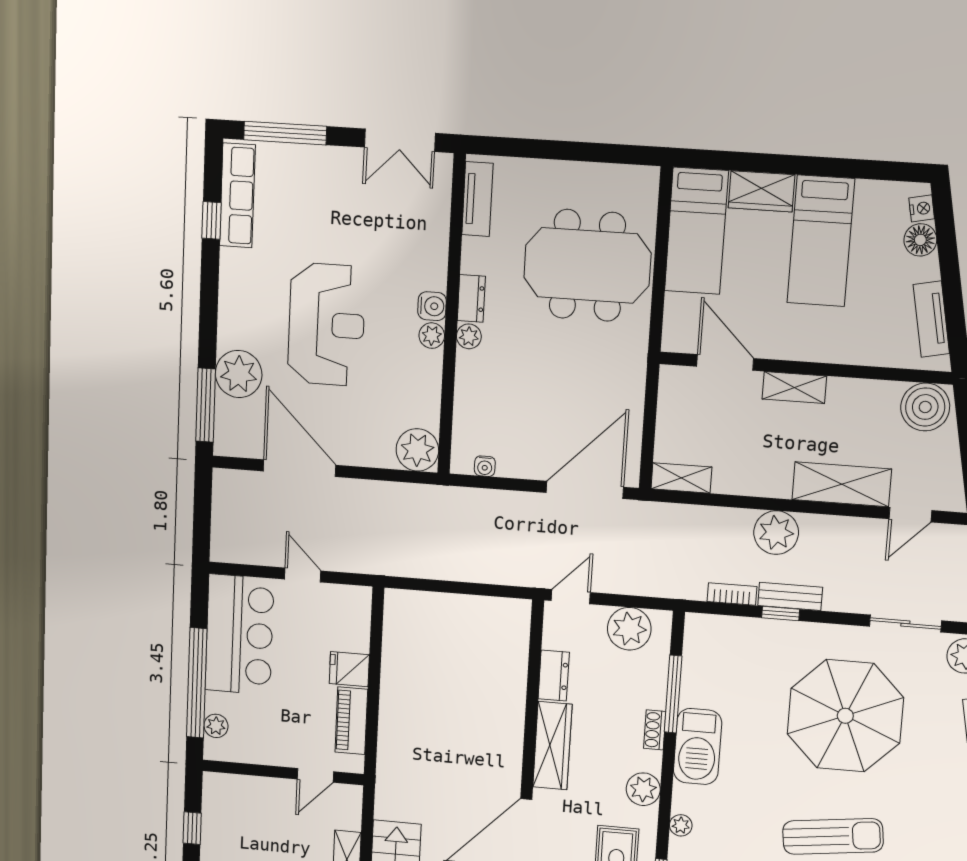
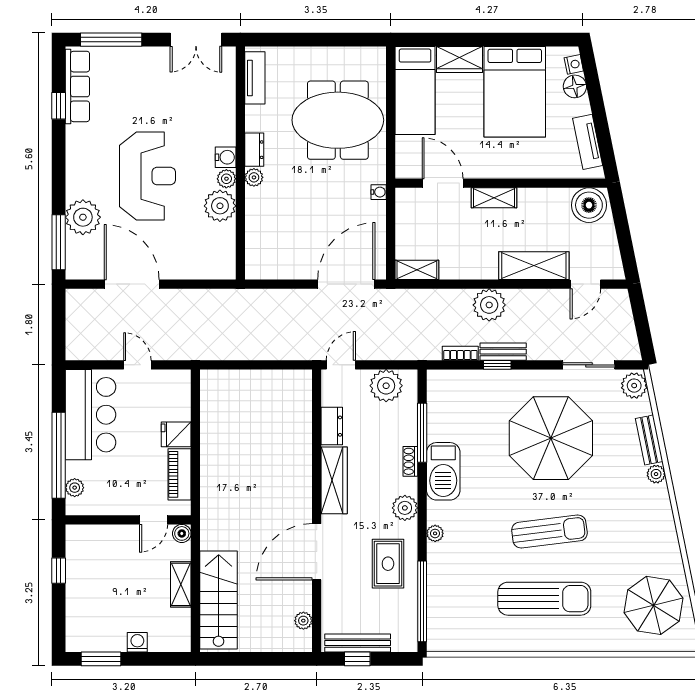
bed: (821, 241) -> (515, 92), width x1.50
plant: (417, 450) -> (220, 206), moved
water cooler: (485, 466) -> (379, 192), moved, turned -90
boiler: (351, 796) -> (182, 533), added

